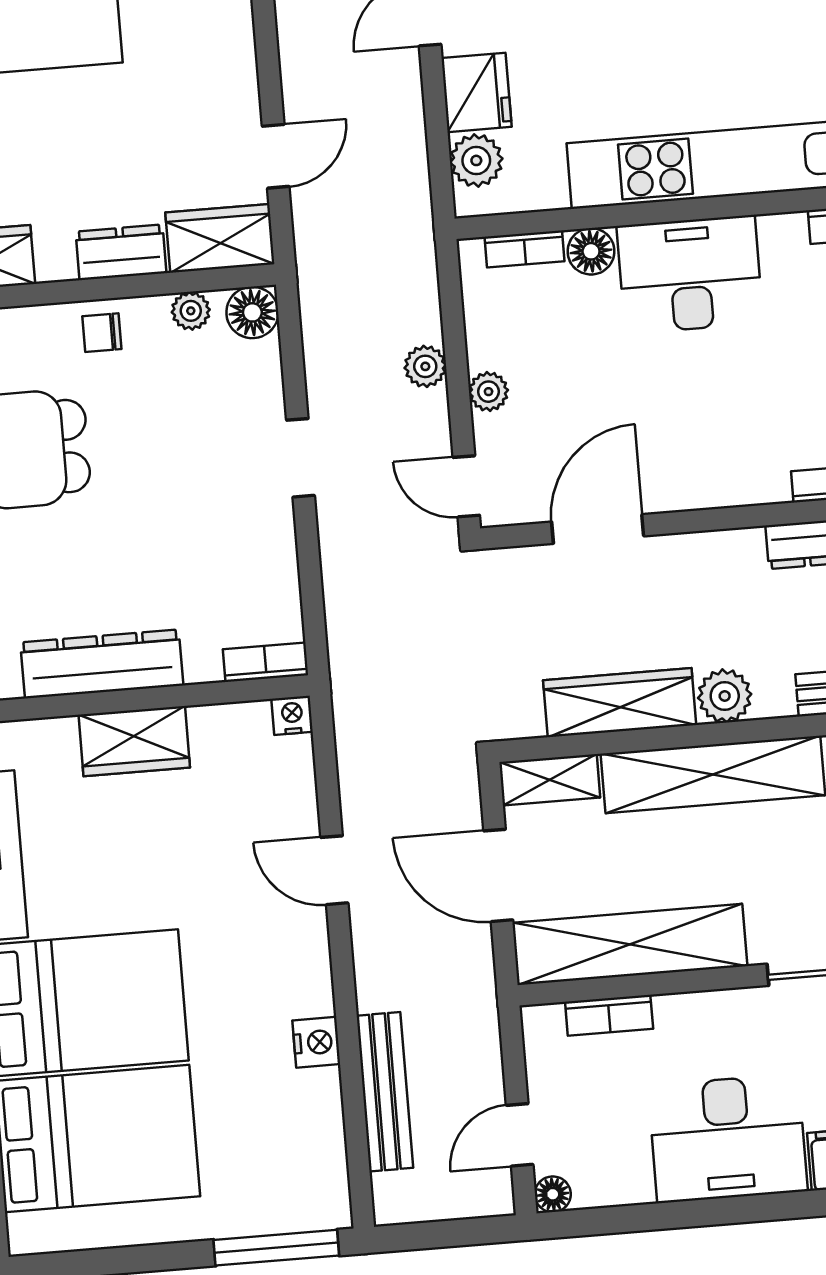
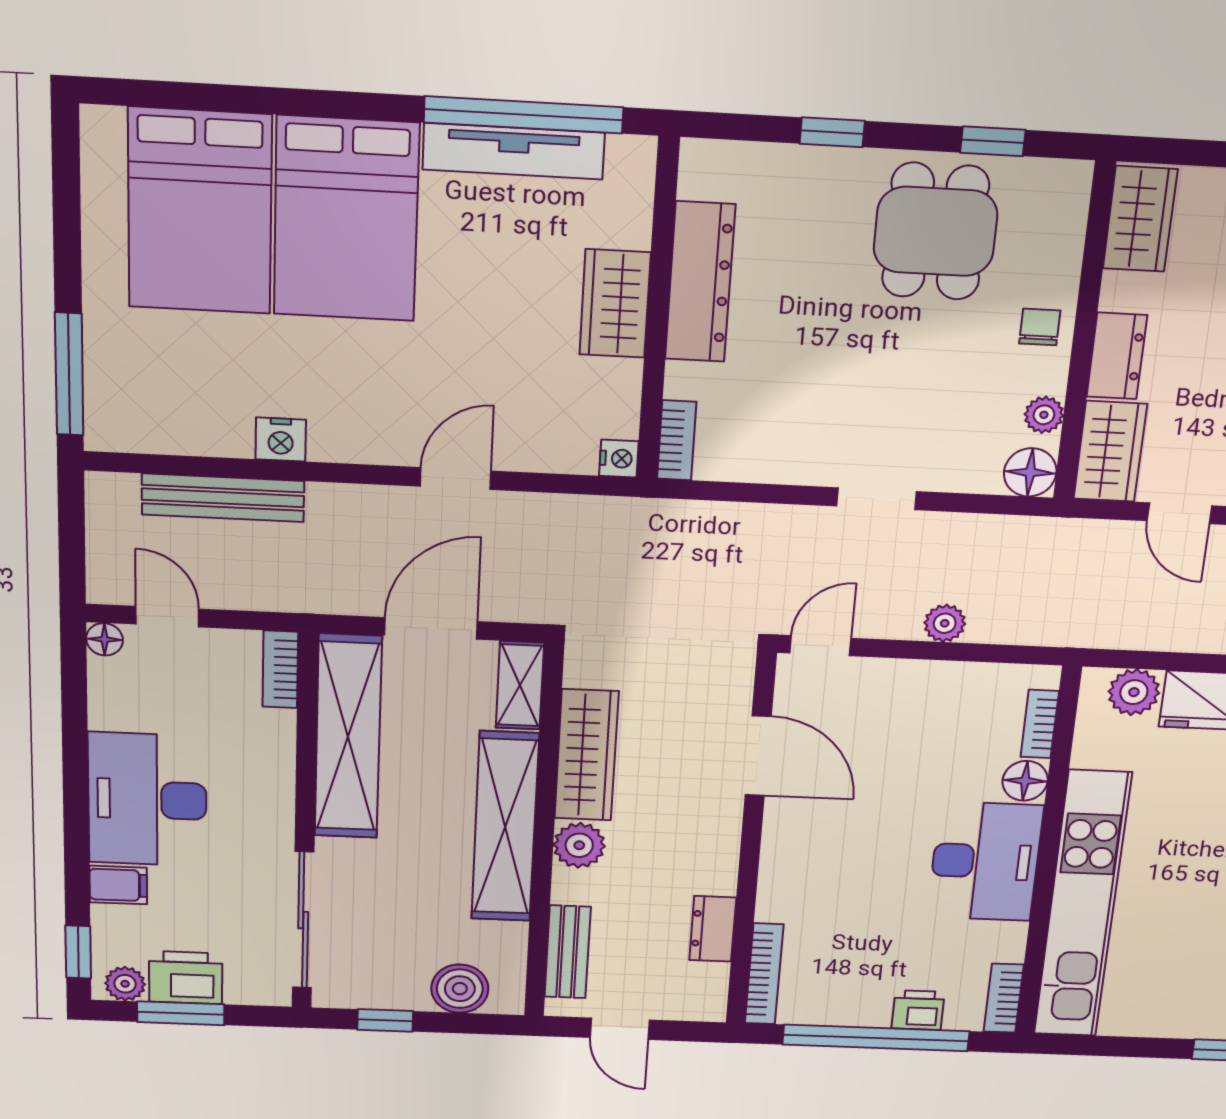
plant: (488, 392) -> (909, 676), removed
bookcase: (609, 1015) -> (280, 669), moved

